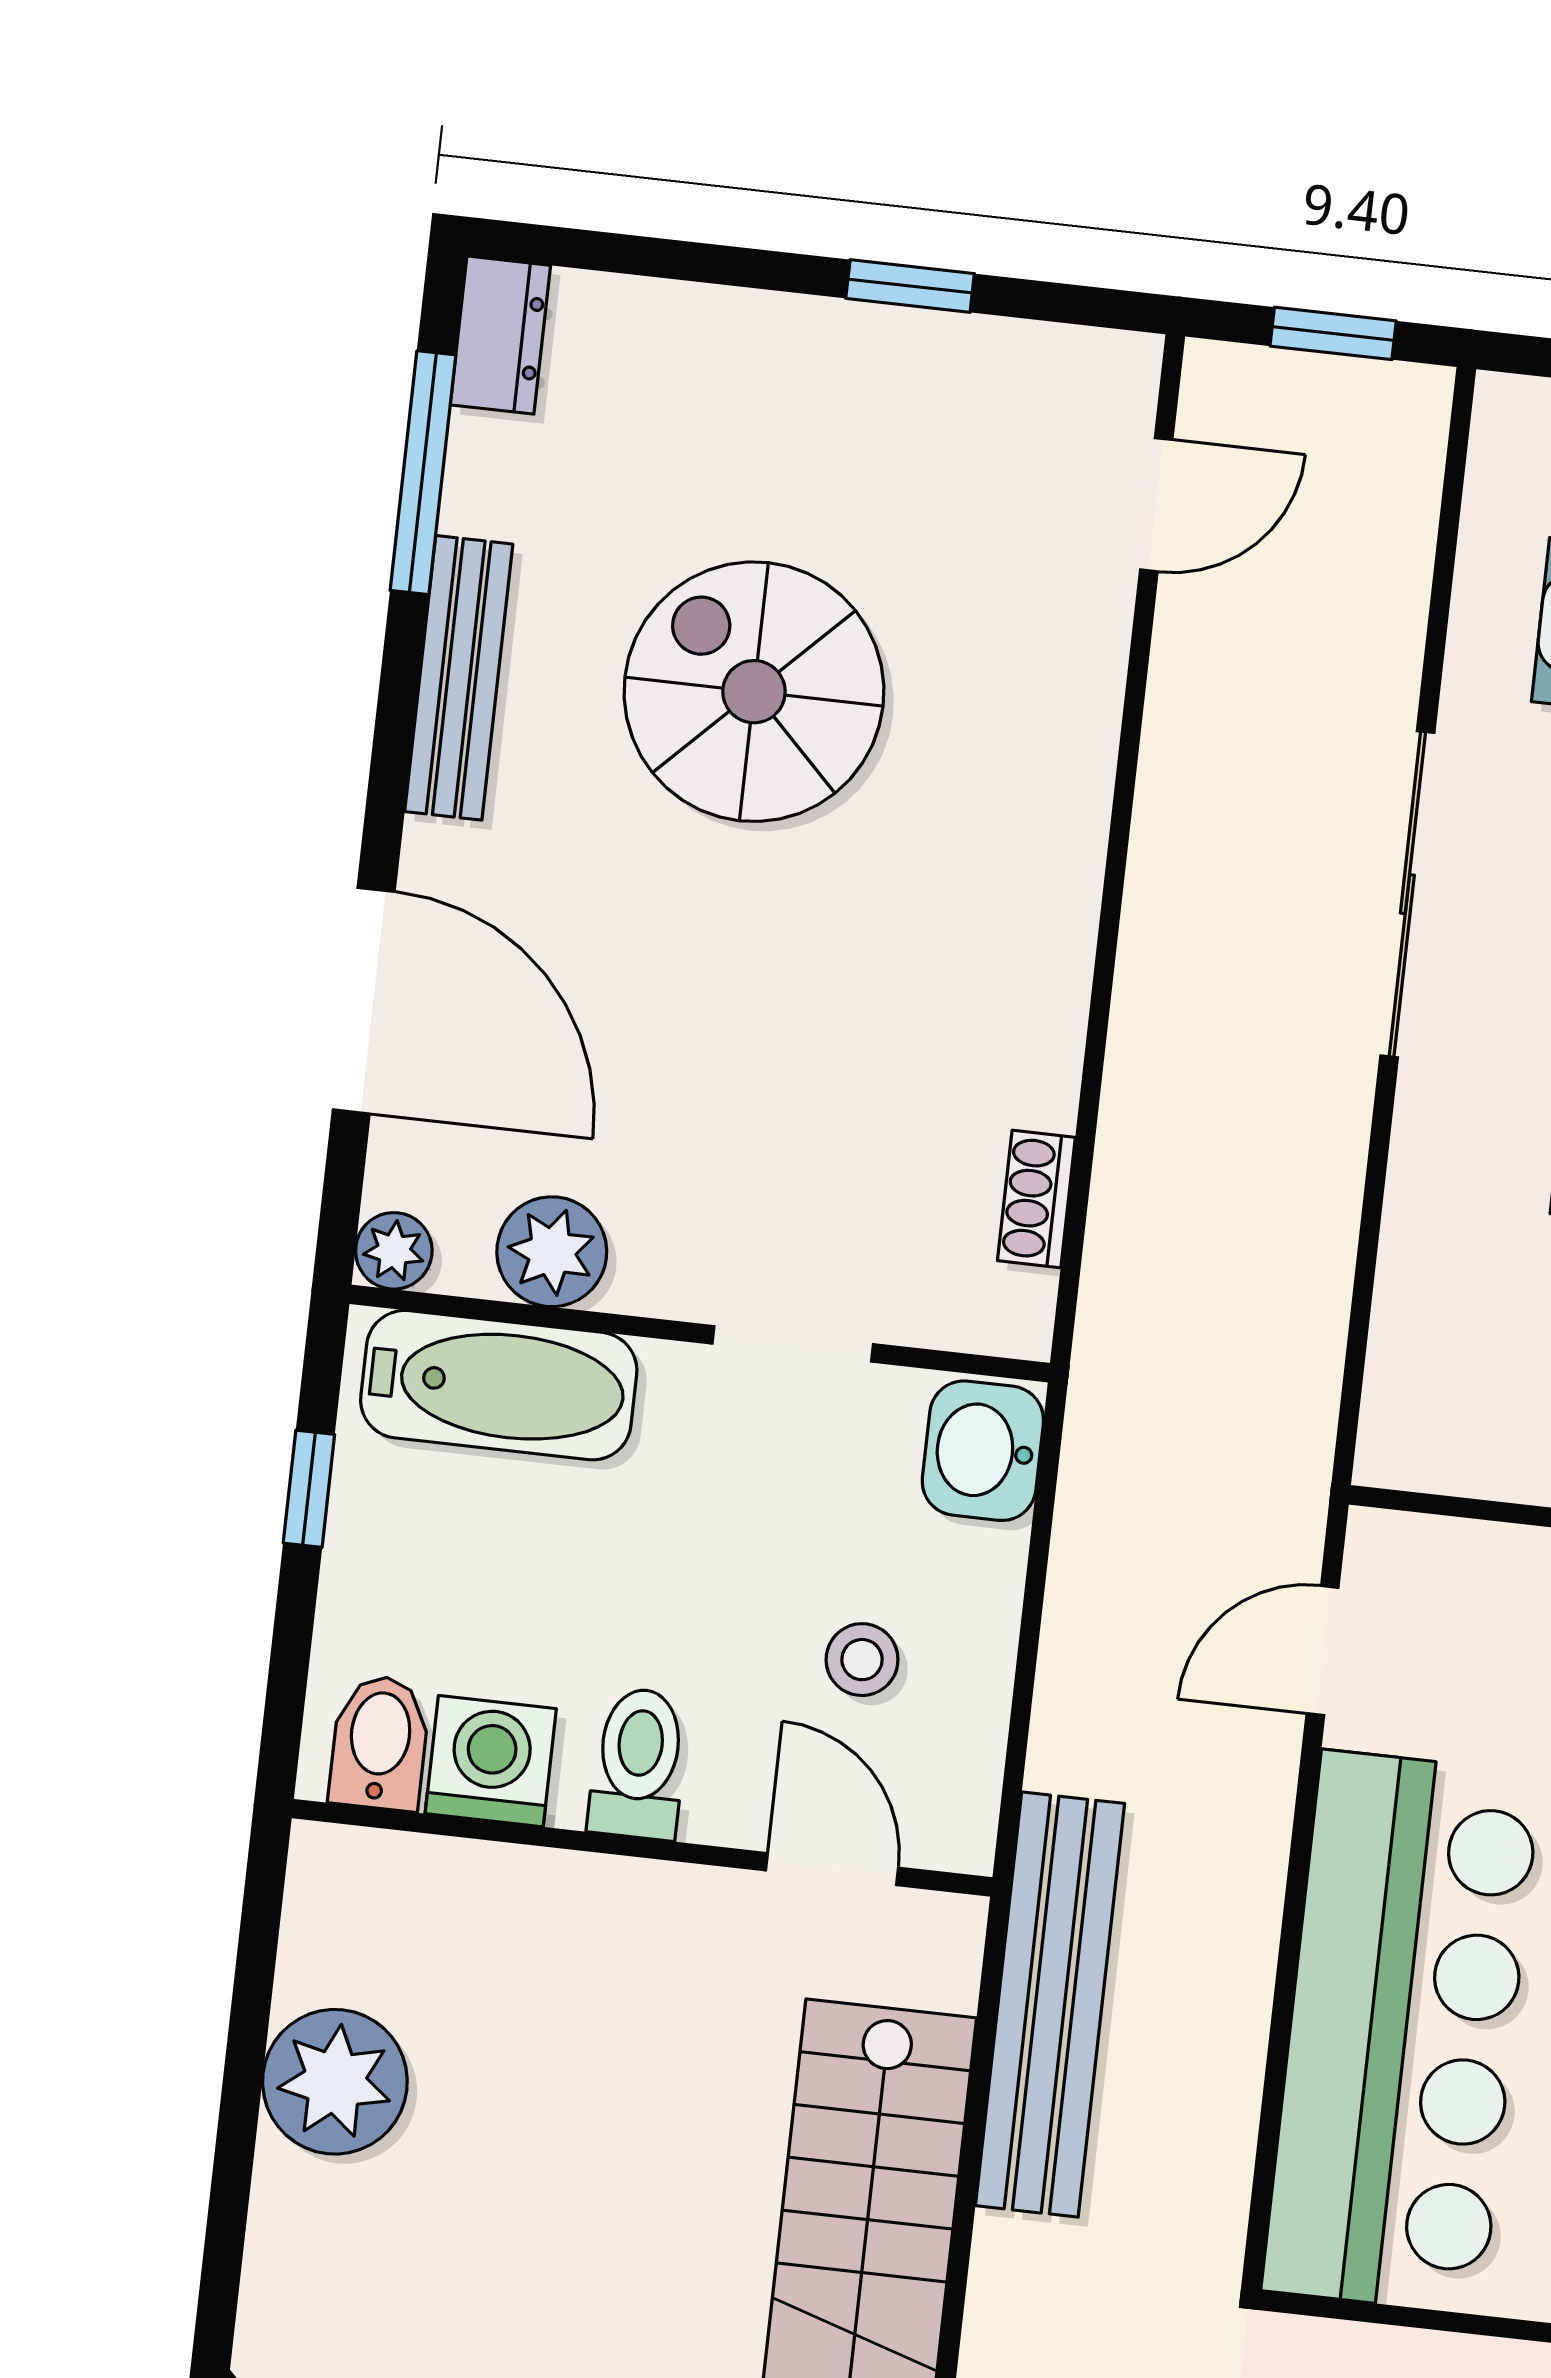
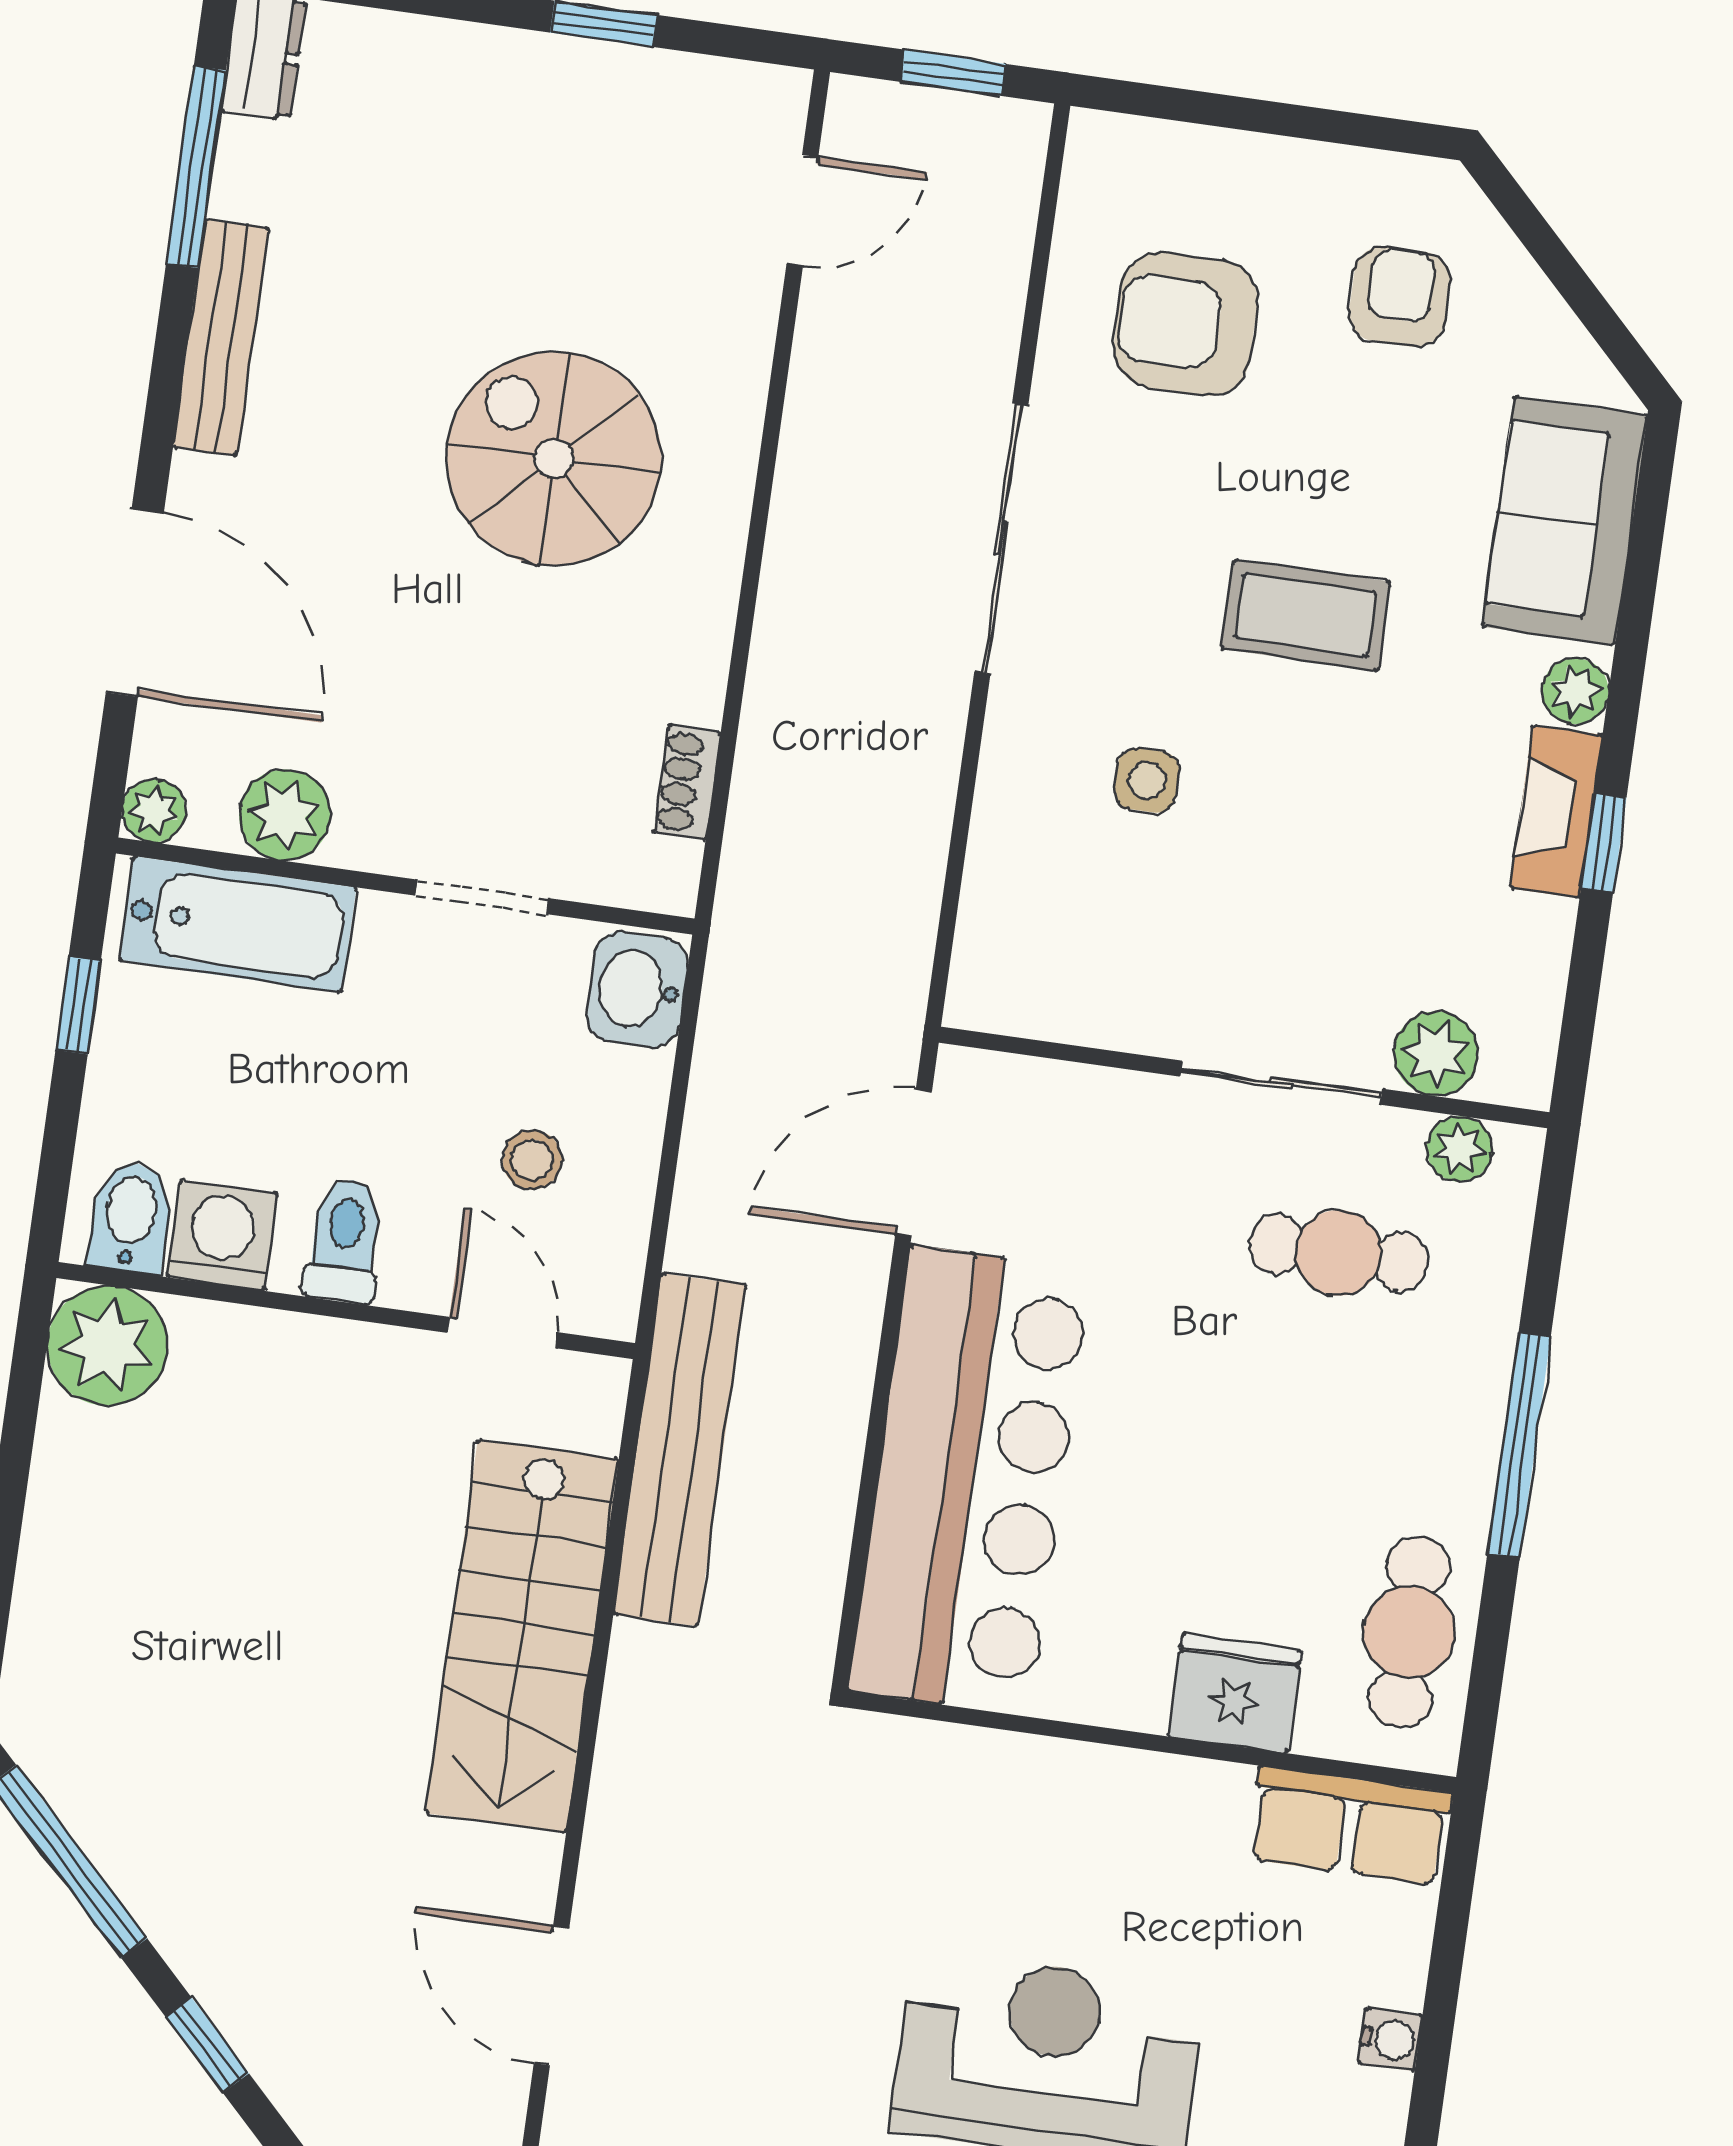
spiral stairs: (754, 692) -> (554, 459), moved
door: (1323, 1650) -> (914, 1163), width x1.38
plant: (335, 2082) -> (107, 1346), moved

